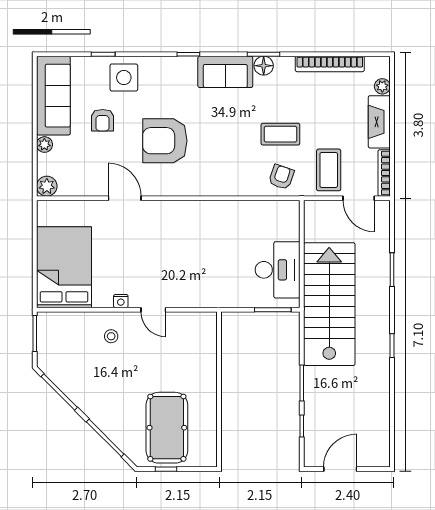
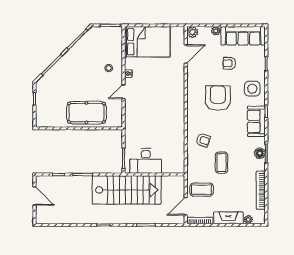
sofa: (225, 72) -> (256, 121), moved
side table: (124, 78) -> (252, 89), moved
armchair: (281, 177) -> (203, 140), moved
door: (125, 198) -> (186, 54), moved
pool table: (167, 428) -> (86, 113), moved

